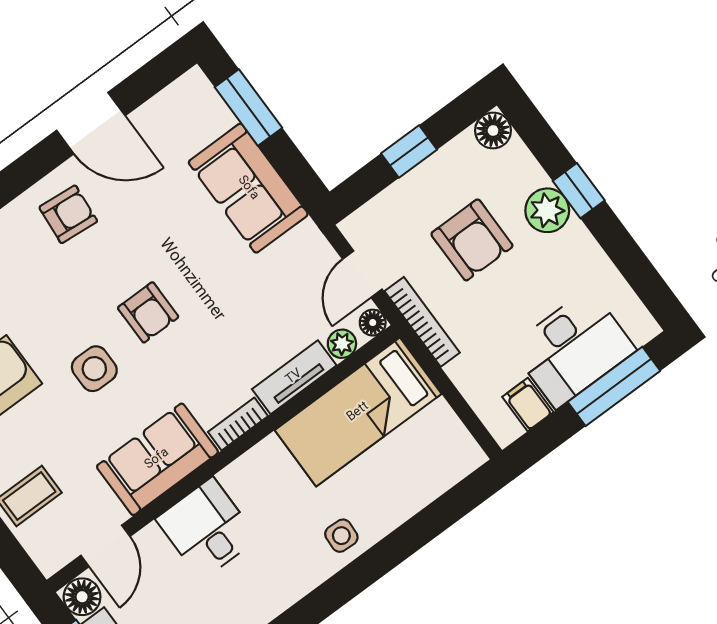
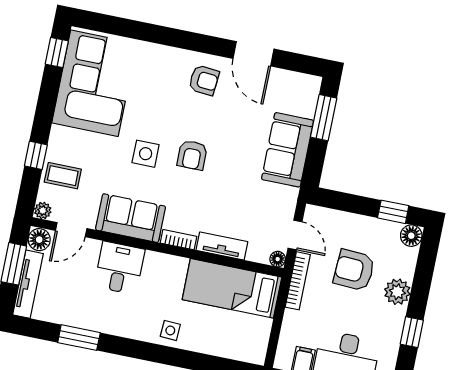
window: (409, 152) -> (393, 212), moved
window: (579, 191) -> (412, 332), moved
armchair: (472, 240) -> (354, 270), turned 93
door: (362, 274) -> (295, 235), swing flipped
plant: (342, 344) -> (43, 211), moved

